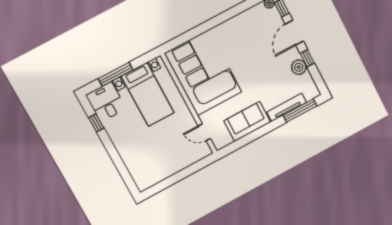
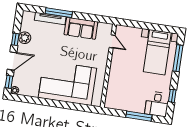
corner sofa: (203, 73) -> (67, 83), moved, turned 90
bed with nightstands: (148, 95) -> (157, 52), moved, turned 180
window: (300, 111) -> (59, 13), moved
window: (121, 167) -> (178, 58), added

